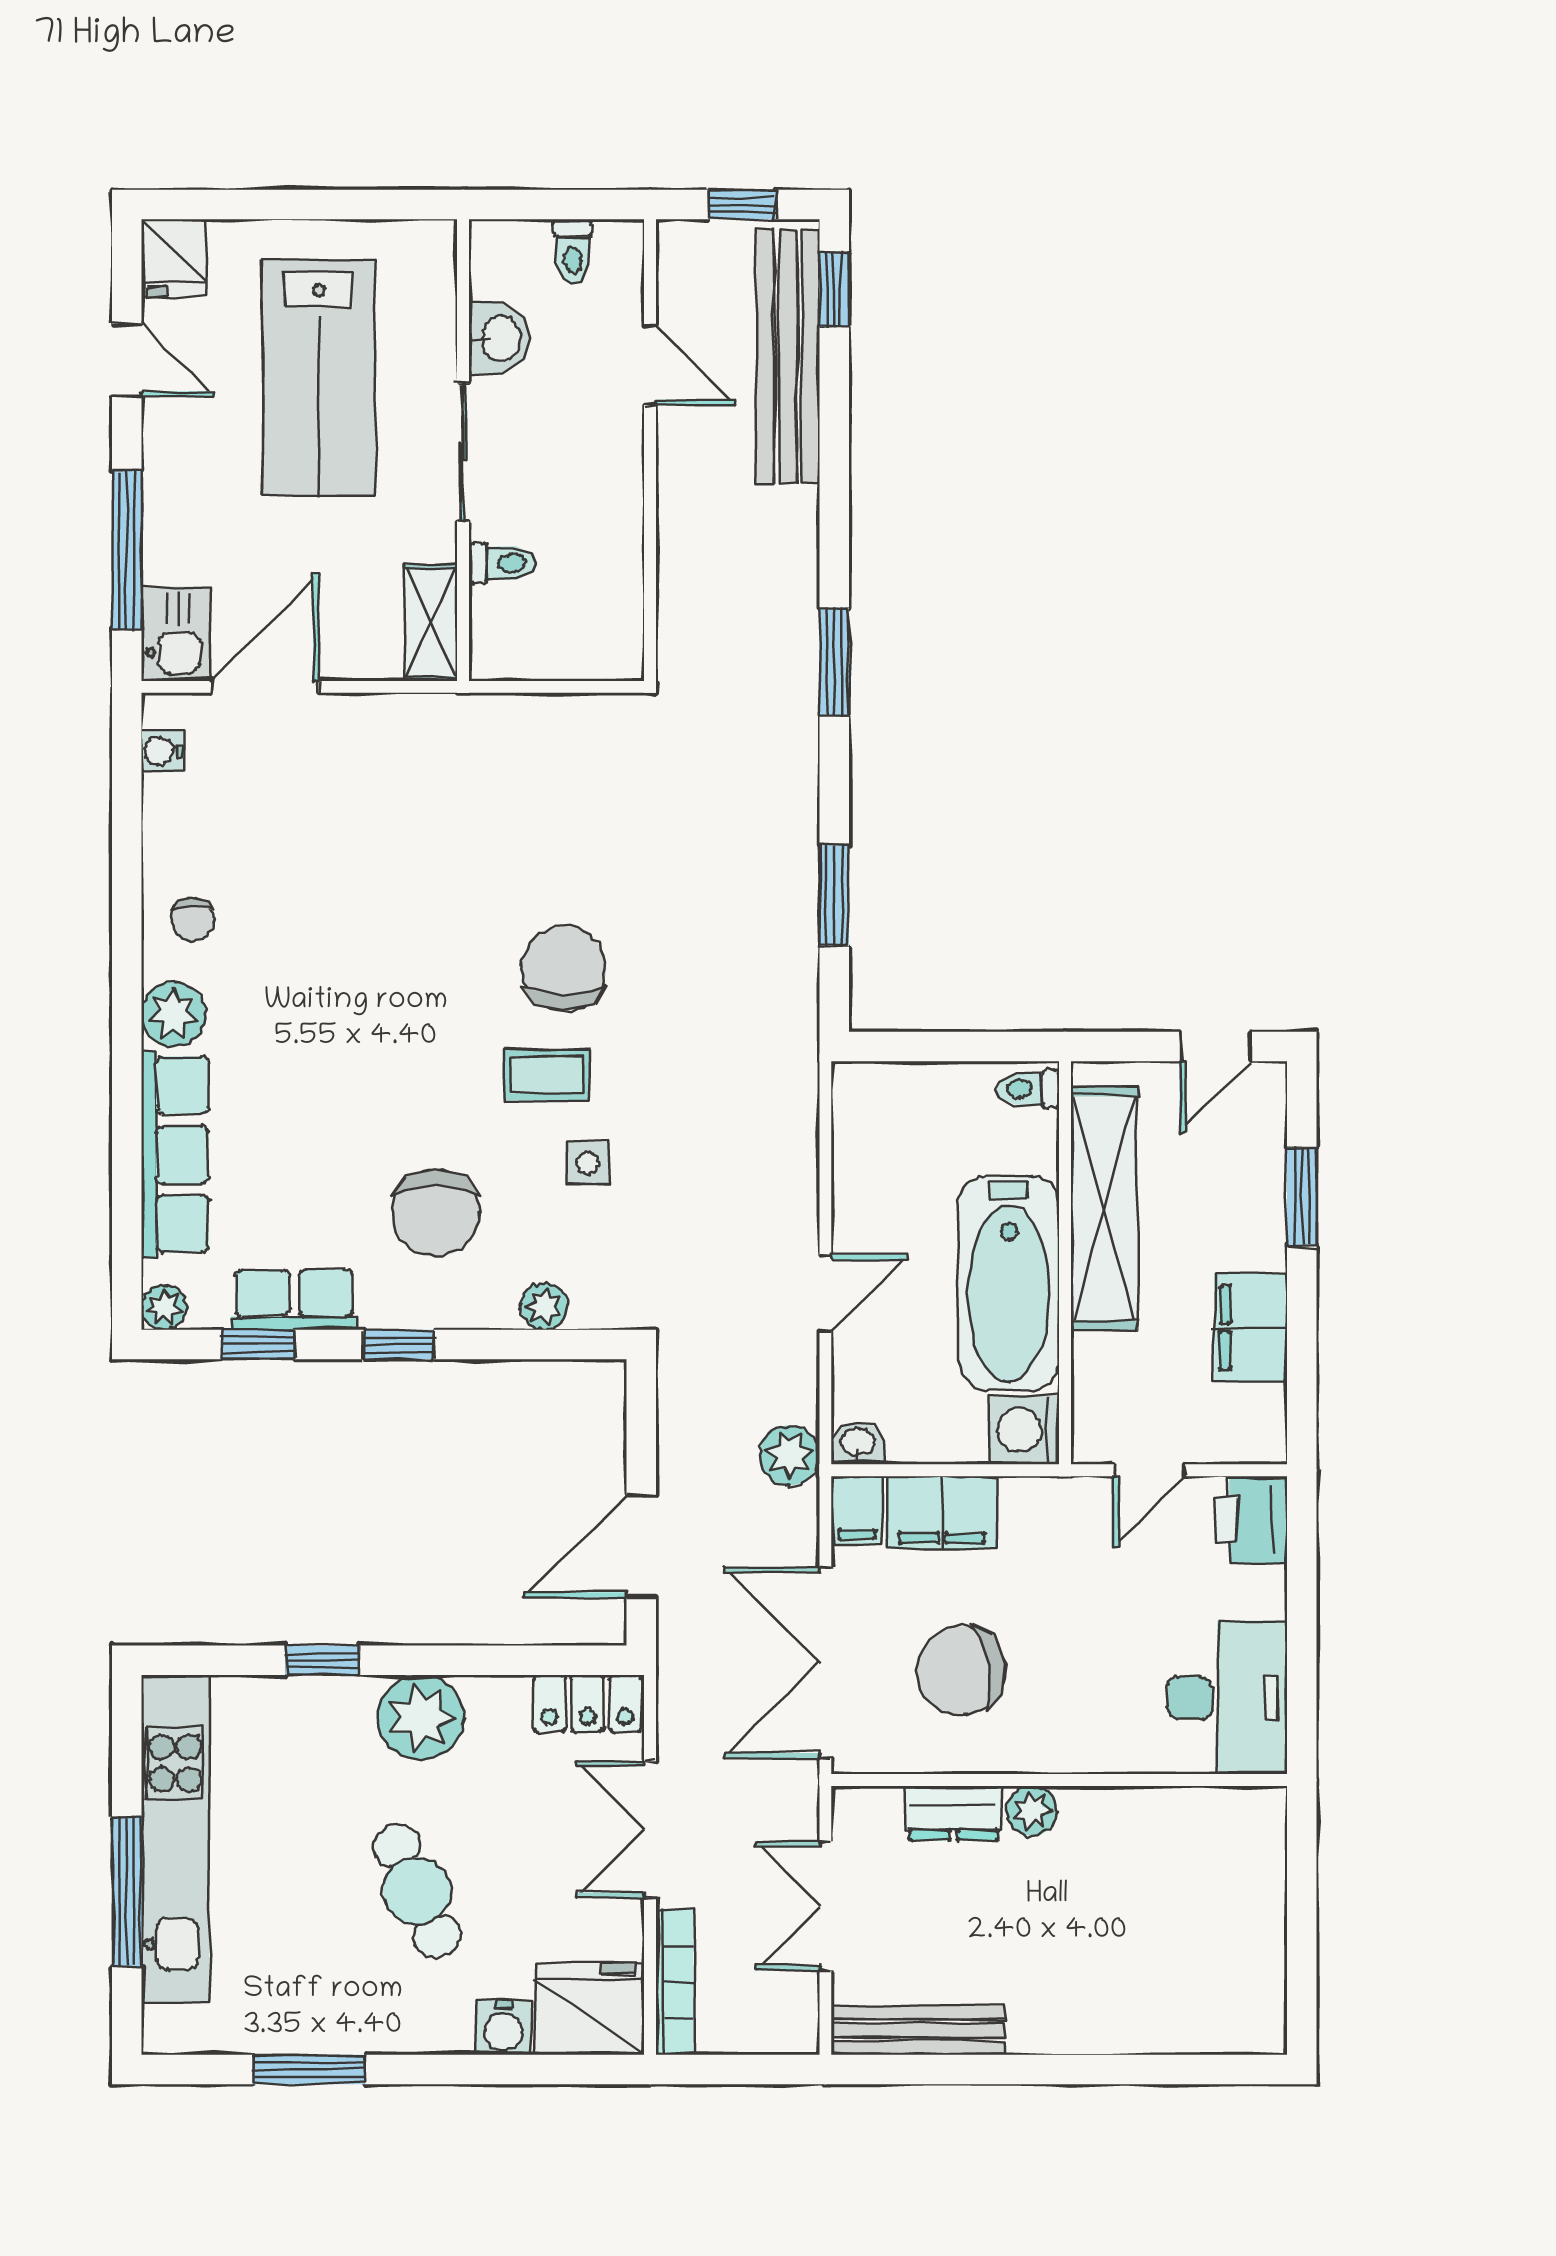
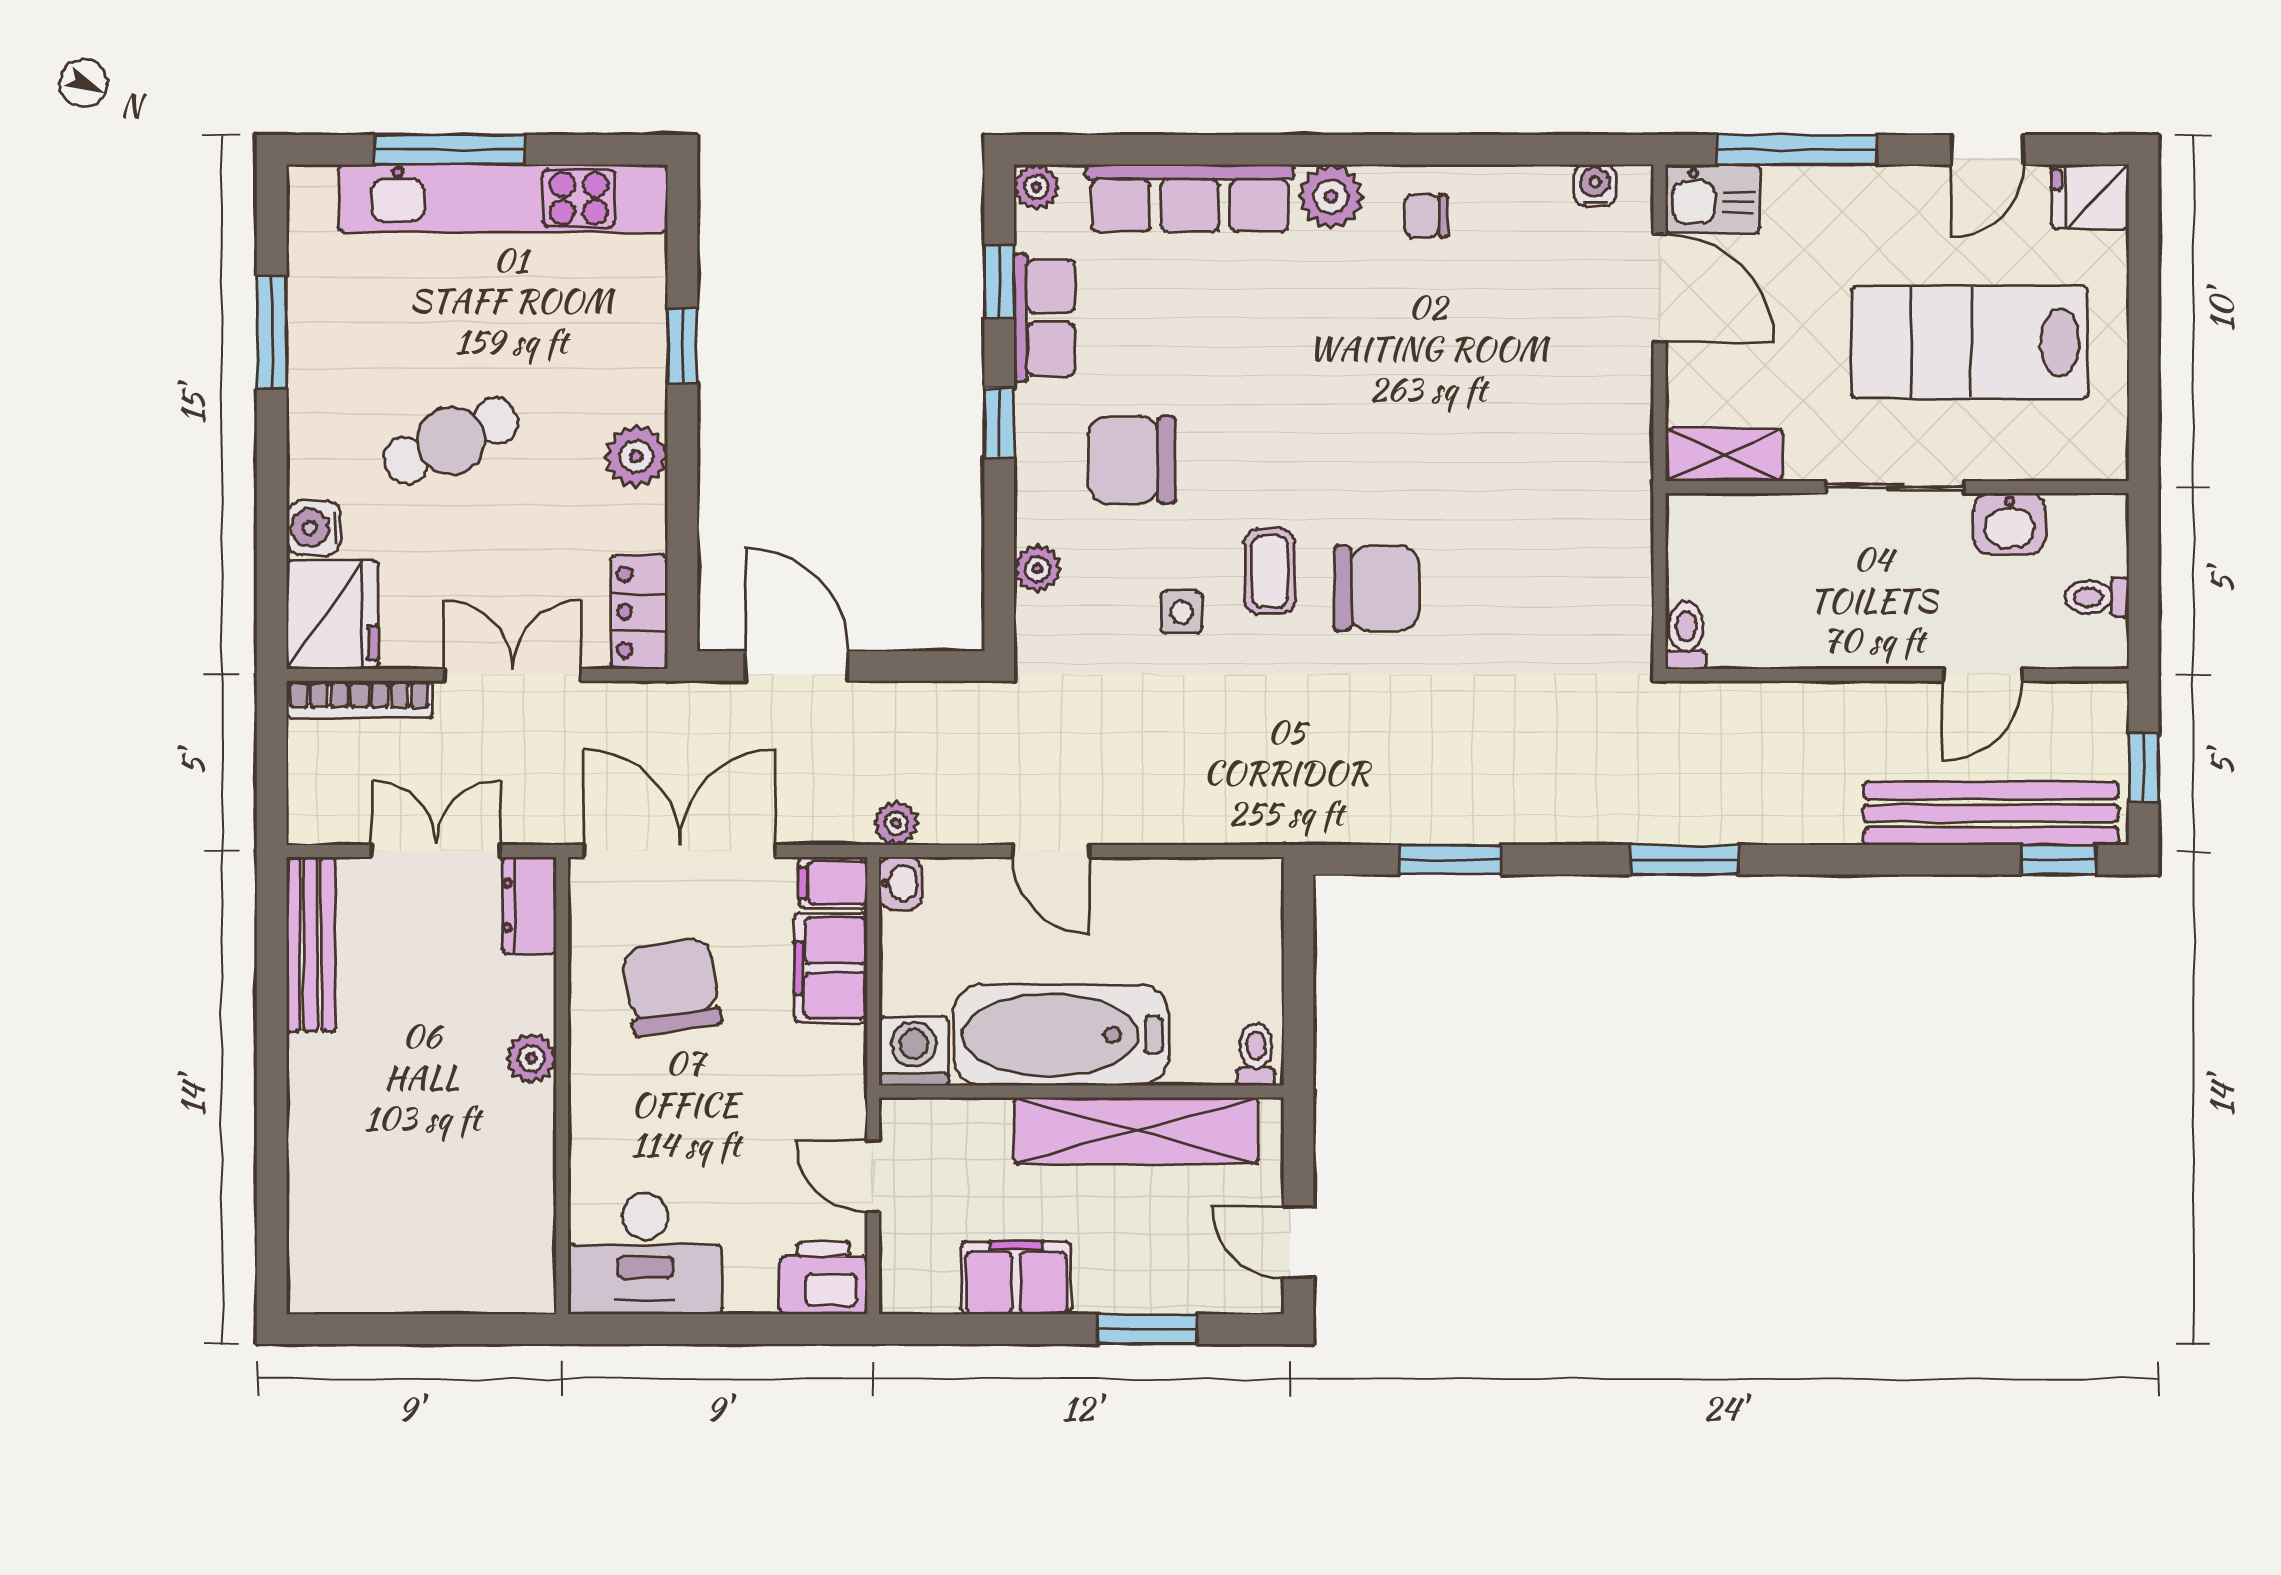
toilet: (502, 563) -> (1686, 635), moved, turned 180
plant: (790, 1455) -> (896, 823), width x0.73, depth x0.73
plant: (421, 1718) -> (636, 456), width x0.73, depth x0.73
dresser: (954, 1813) -> (529, 905), moved

